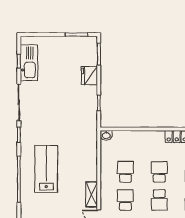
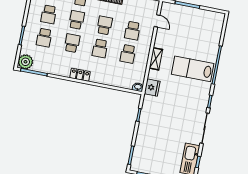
fridge: (89, 76) -> (152, 88), moved
lab bench: (46, 169) -> (193, 69), turned 90
shelving: (92, 194) -> (156, 59), moved

